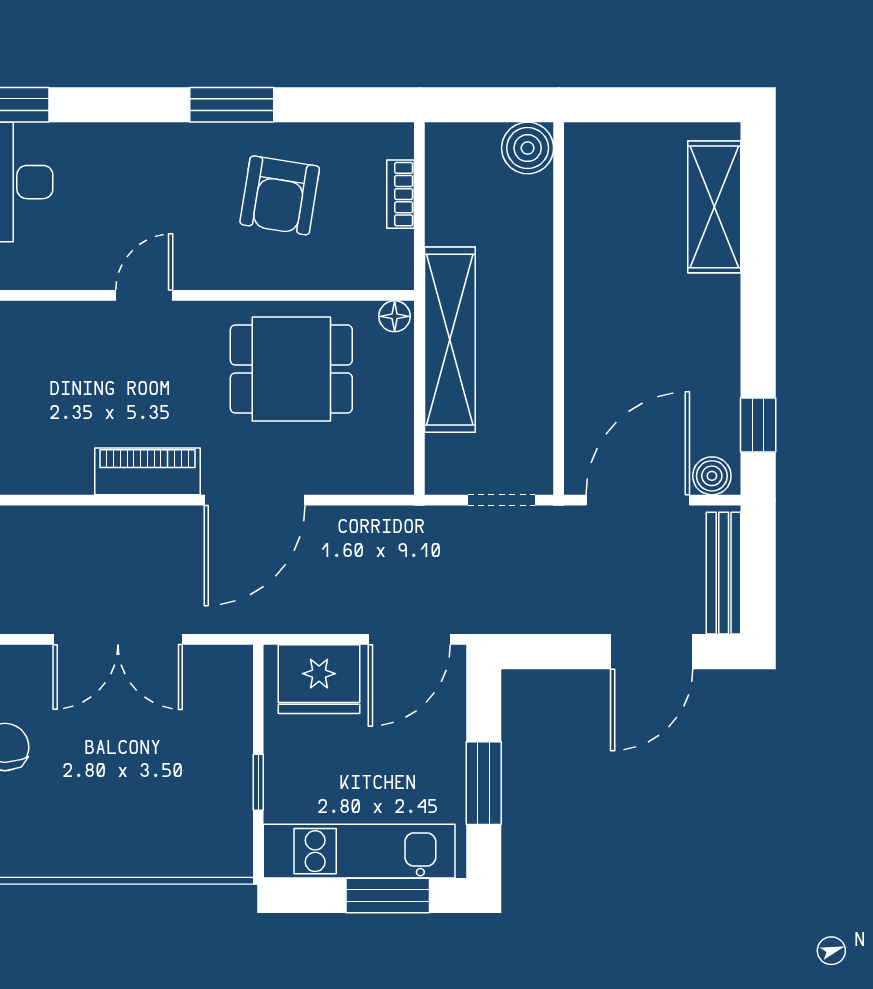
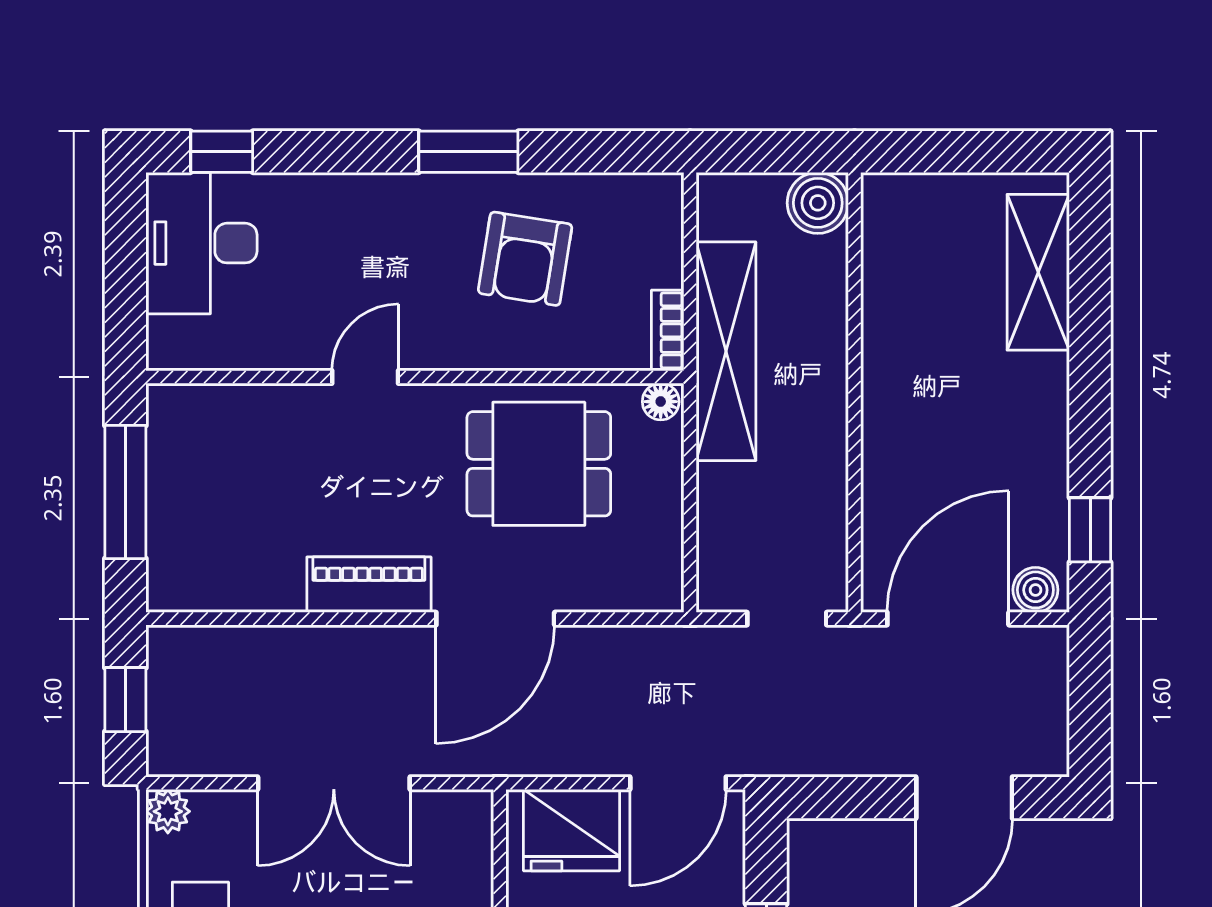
bookcase: (400, 194) -> (668, 330), moved
shelving: (450, 340) -> (726, 351), moved
bench: (724, 573) -> (1049, 705), removed

